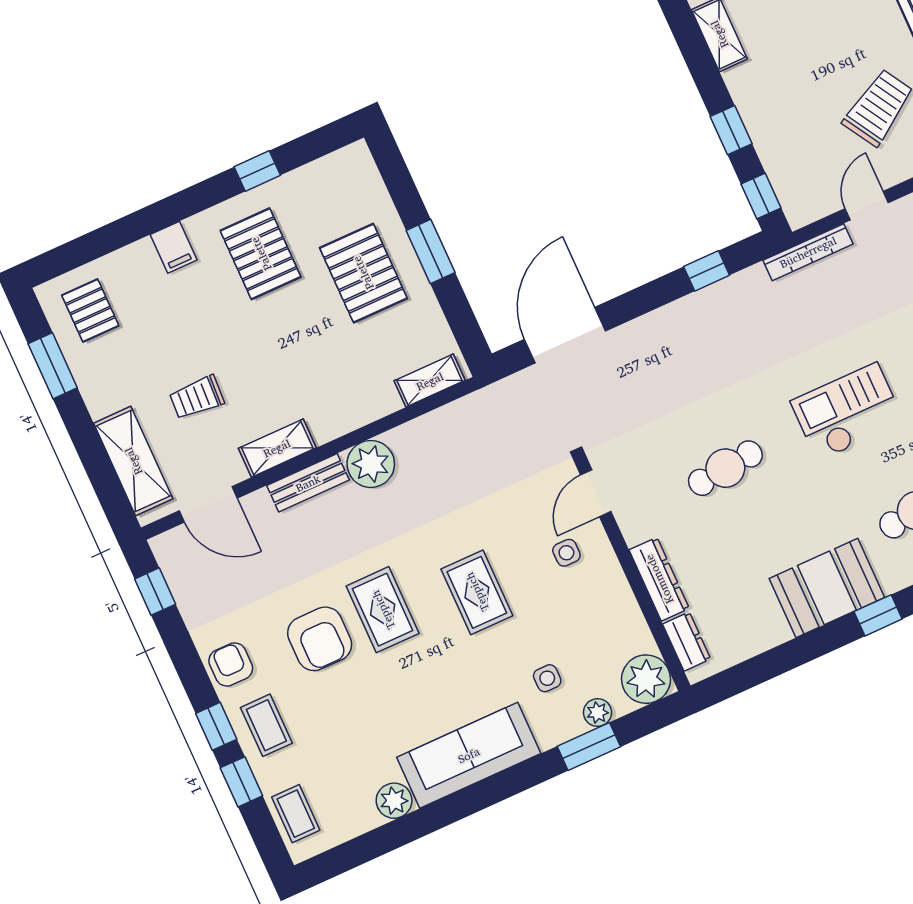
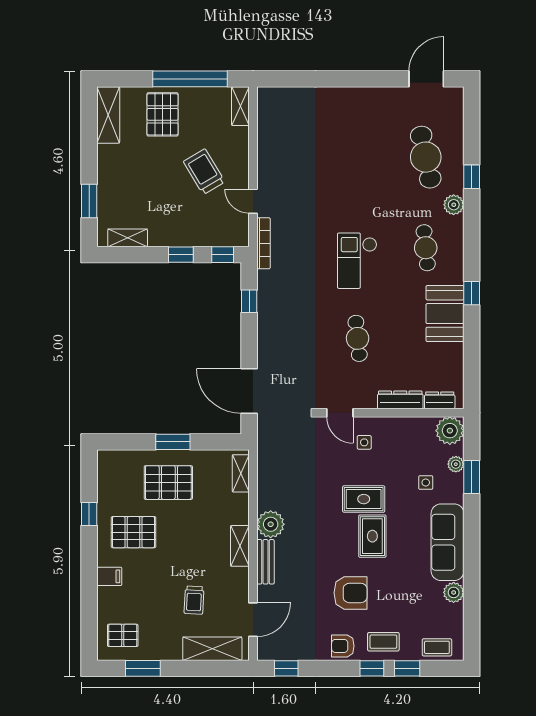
shelving: (277, 448) -> (240, 546), moved
rug: (383, 610) -> (372, 536), moved, turned 90

